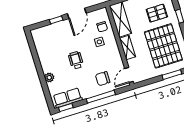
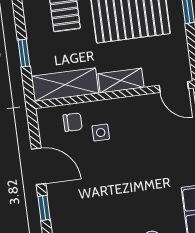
wheelchair: (76, 60) -> (128, 184), removed
chair: (103, 79) -> (172, 138), removed

